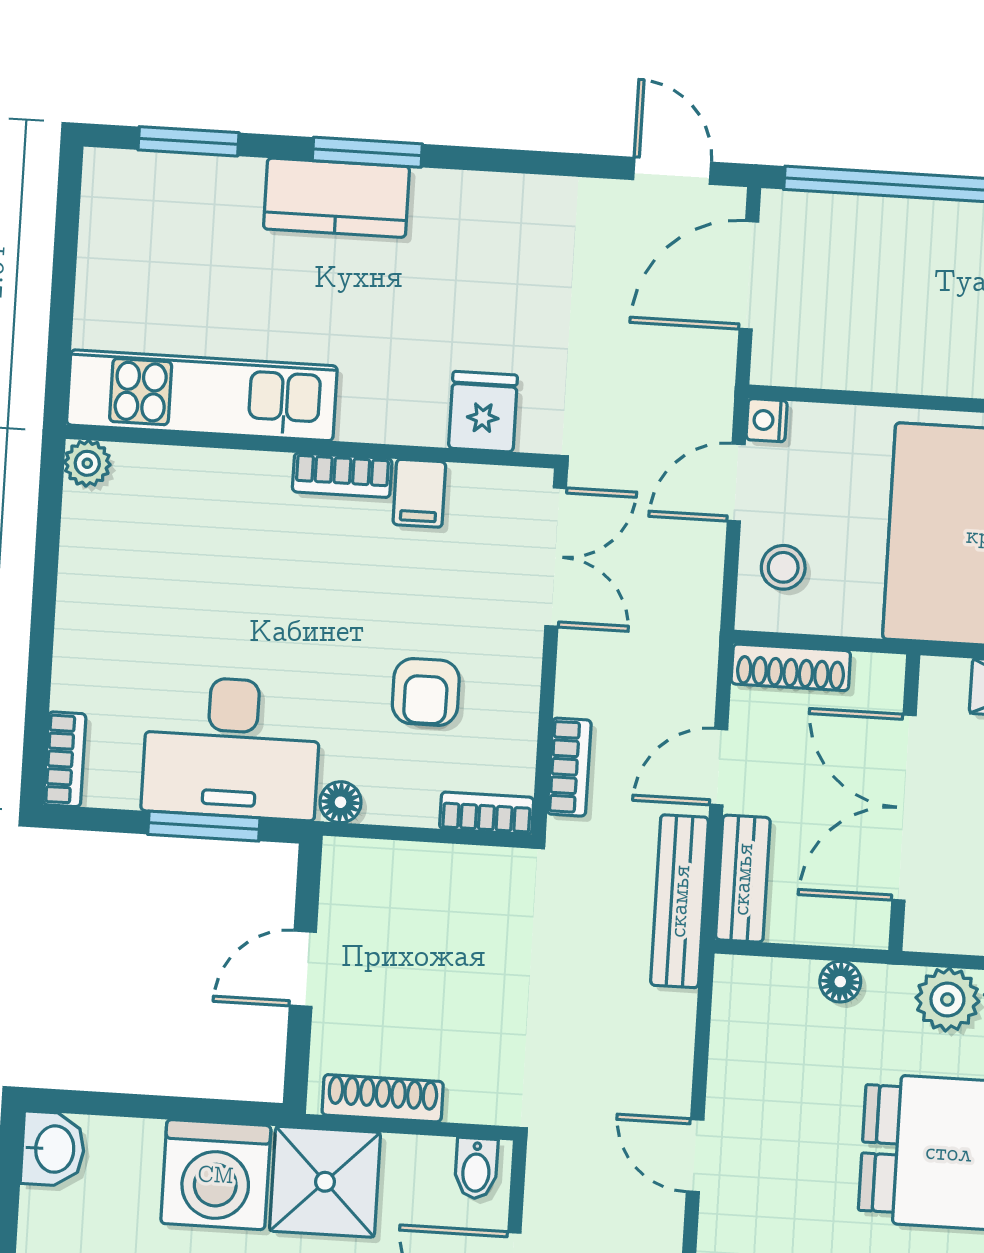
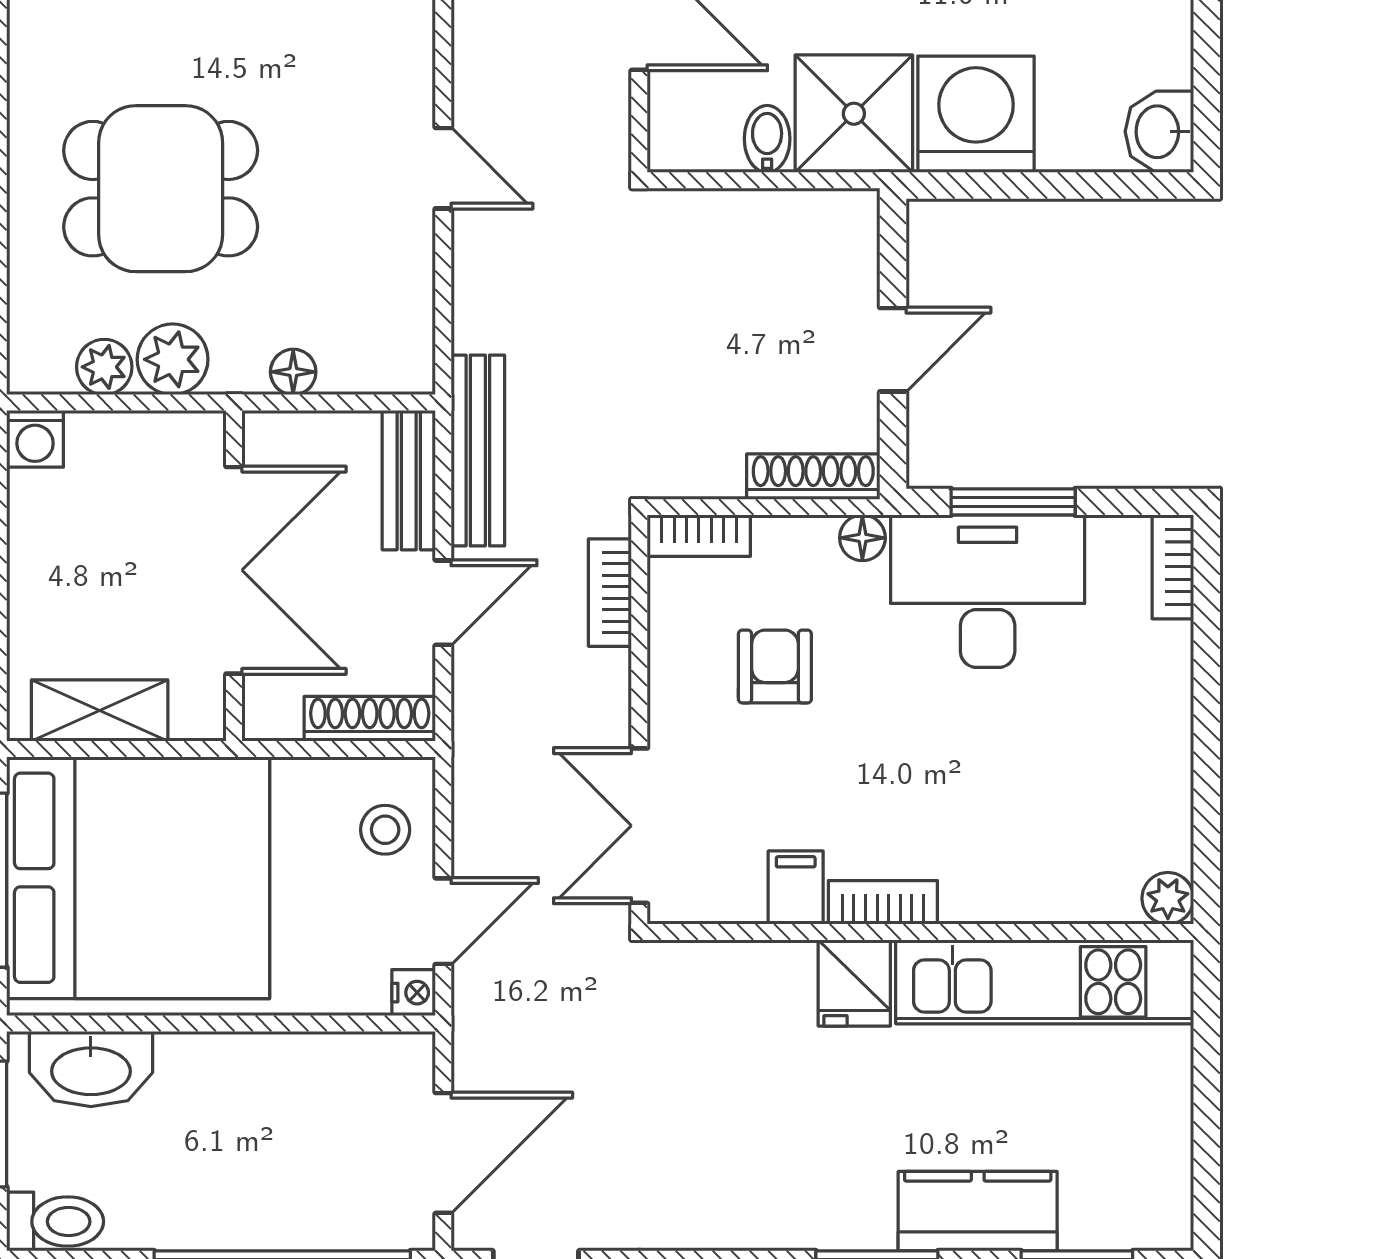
kitchen counter: (336, 198) -> (978, 1211), moved
fridge: (483, 412) -> (854, 983), moved
shoe rack: (383, 1098) -> (813, 477), moved, turned 180
bidet: (476, 1168) -> (767, 139), moved

